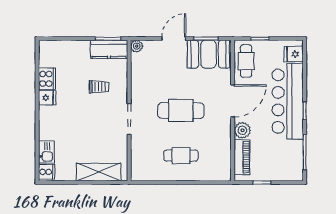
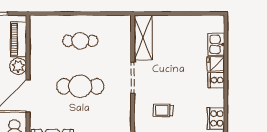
fridge: (47, 98) -> (216, 64), moved
cooker: (47, 172) -> (216, 80), moved
shelving: (99, 172) -> (143, 38), moved, turned 90

